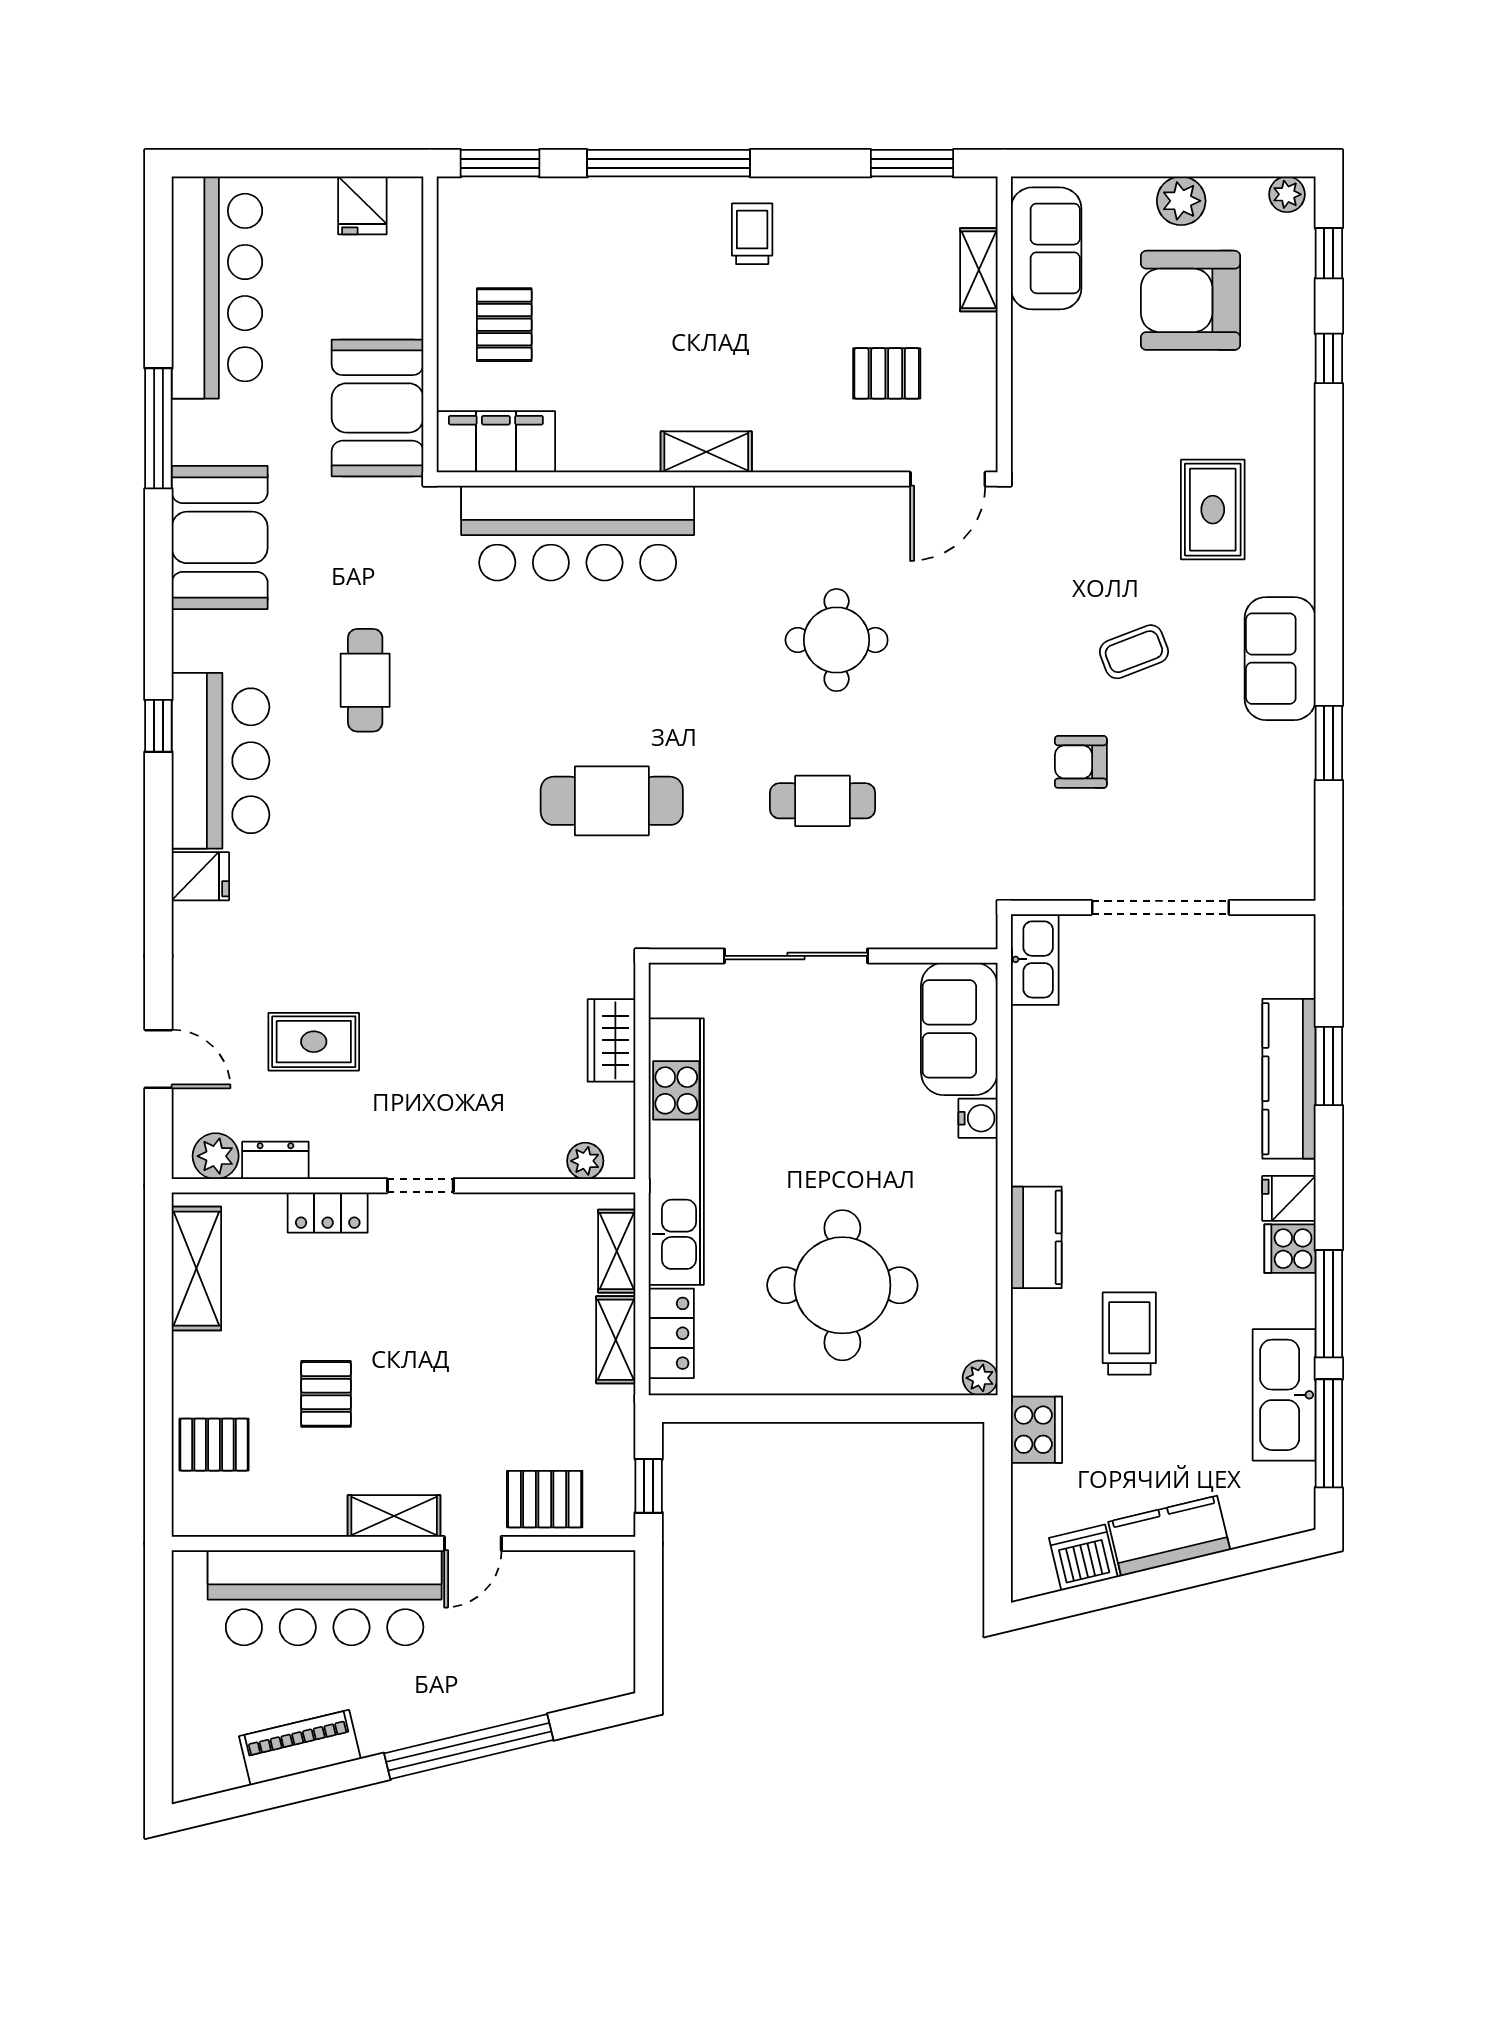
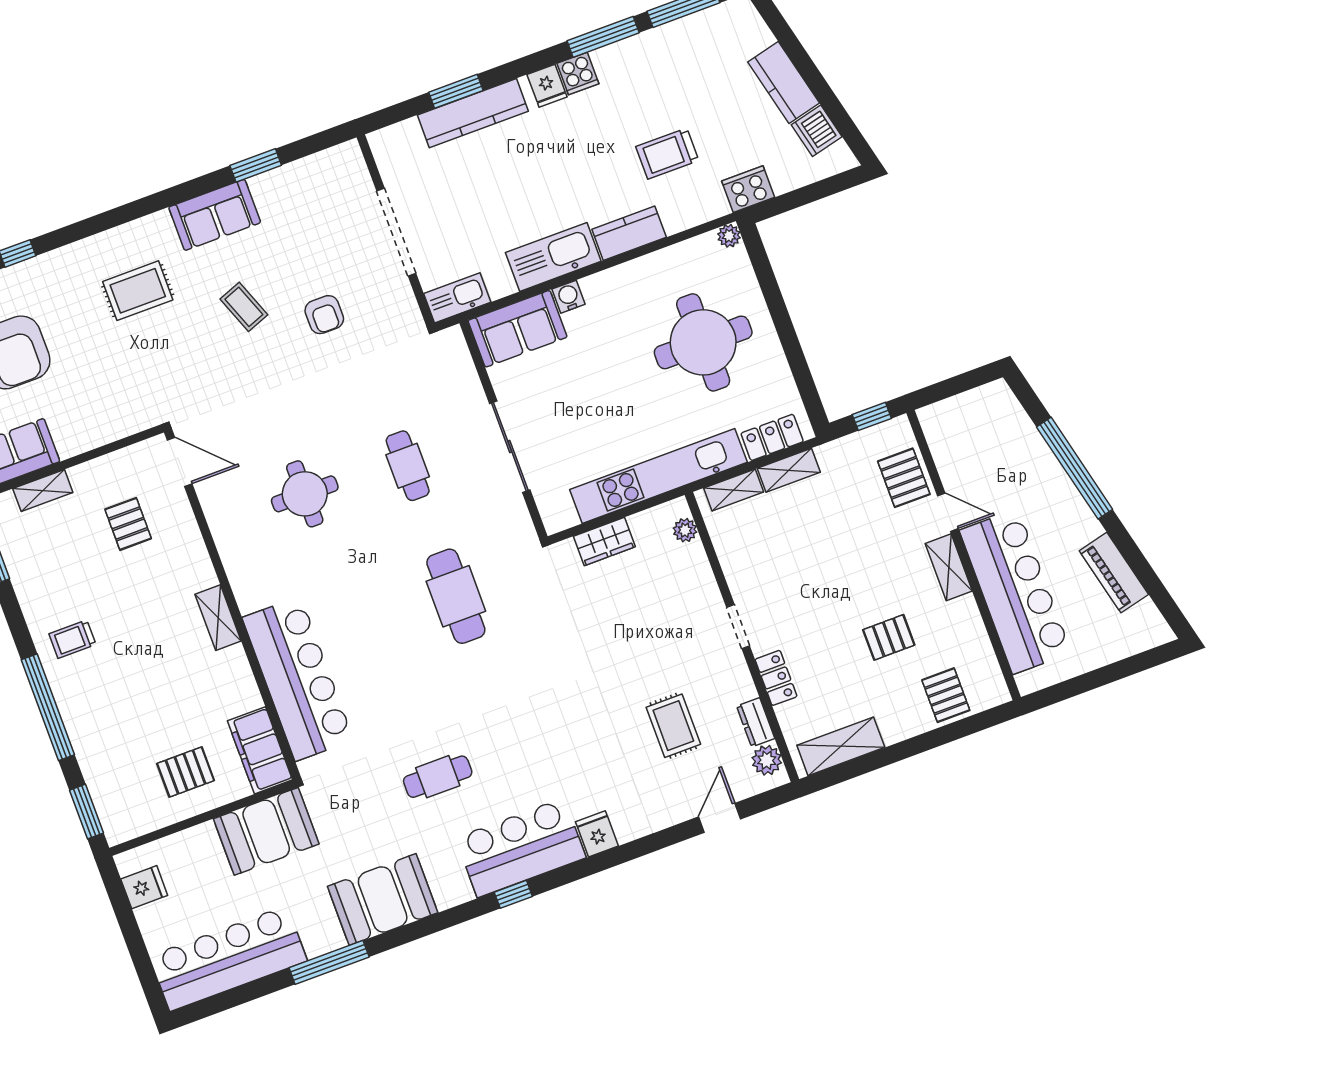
kitchen sink: (1284, 1395) -> (553, 257), moved, turned 180

